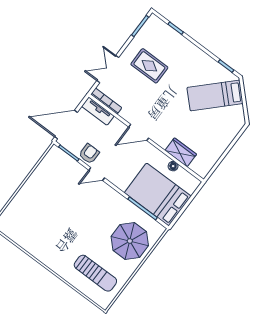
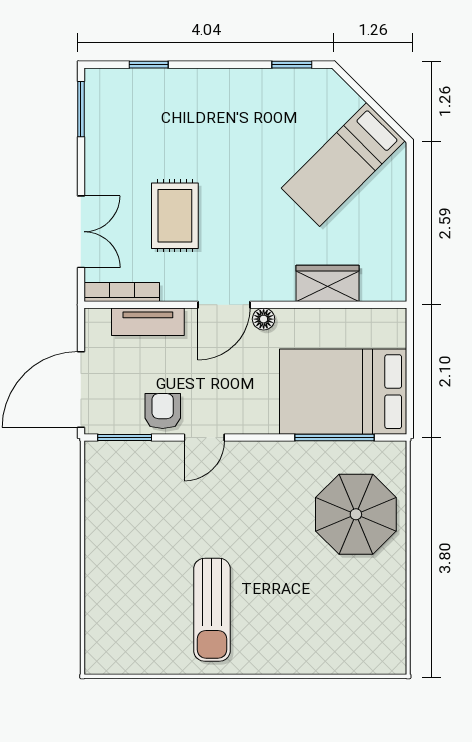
rug: (149, 66) -> (175, 216), moved, turned 90
double door: (108, 69) -> (81, 232), swing flipped
bed: (215, 95) -> (343, 164), moved
tv unit: (98, 111) -> (148, 322), moved
floor lamp: (173, 166) -> (264, 319), moved
sun lounger: (95, 273) -> (212, 610), moved, turned 90

